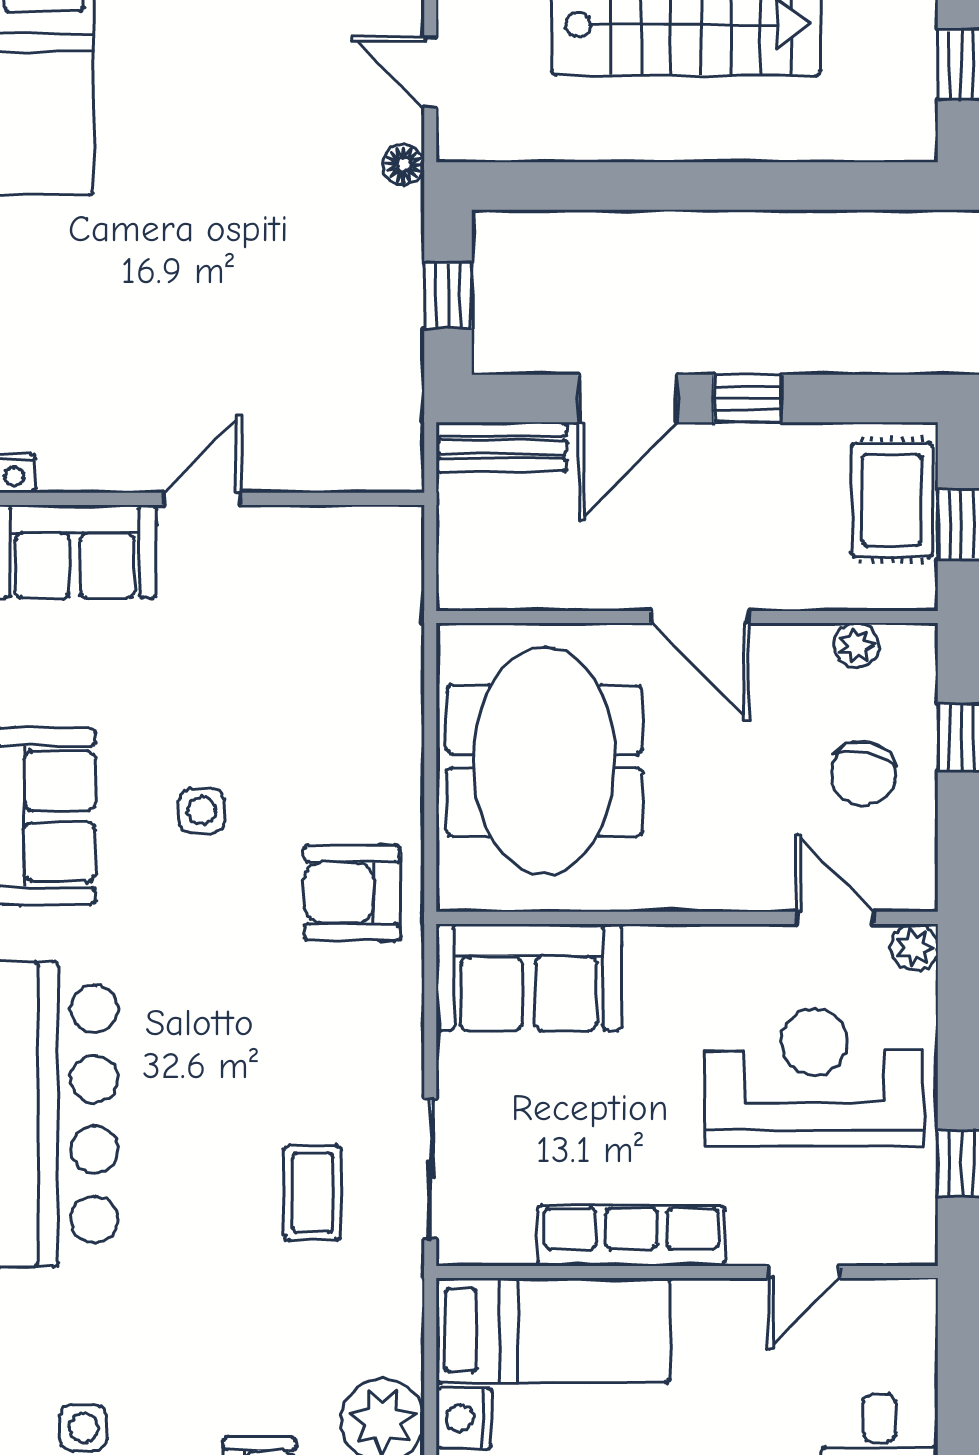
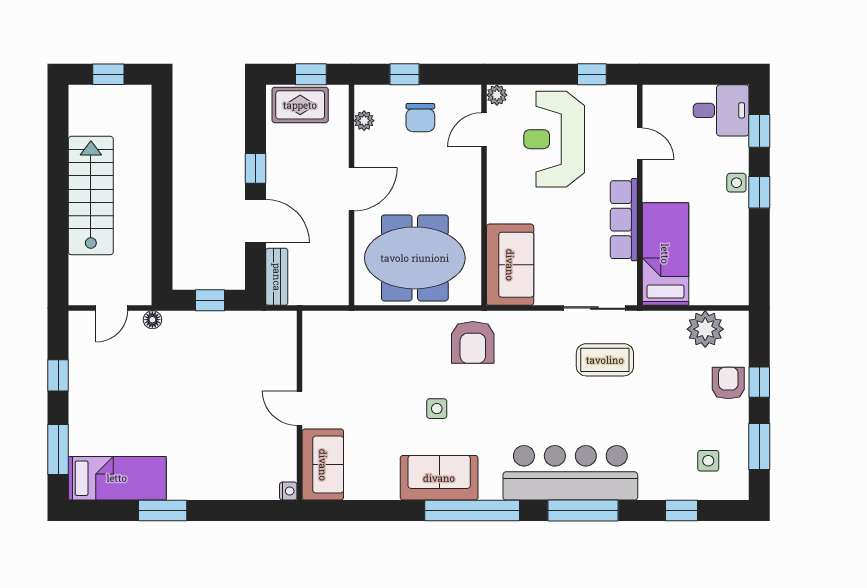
chair: (863, 773) -> (420, 118), turned 79
coffee table: (313, 1193) -> (605, 360), width x1.36, depth x1.30
nightstand: (464, 1418) -> (704, 293), removed

